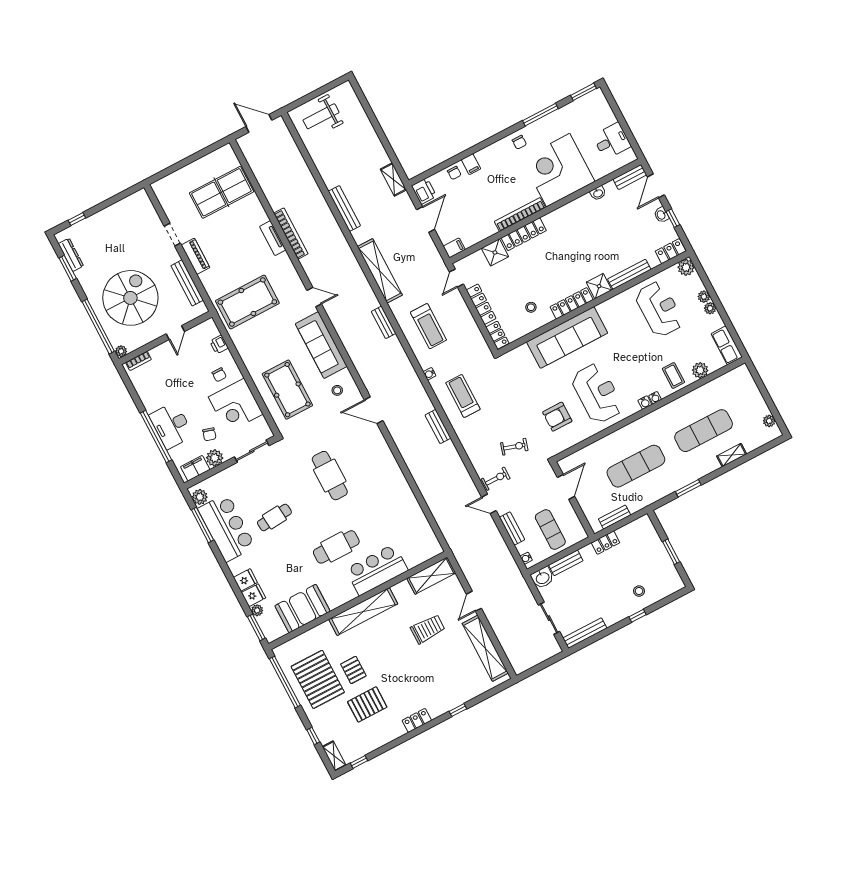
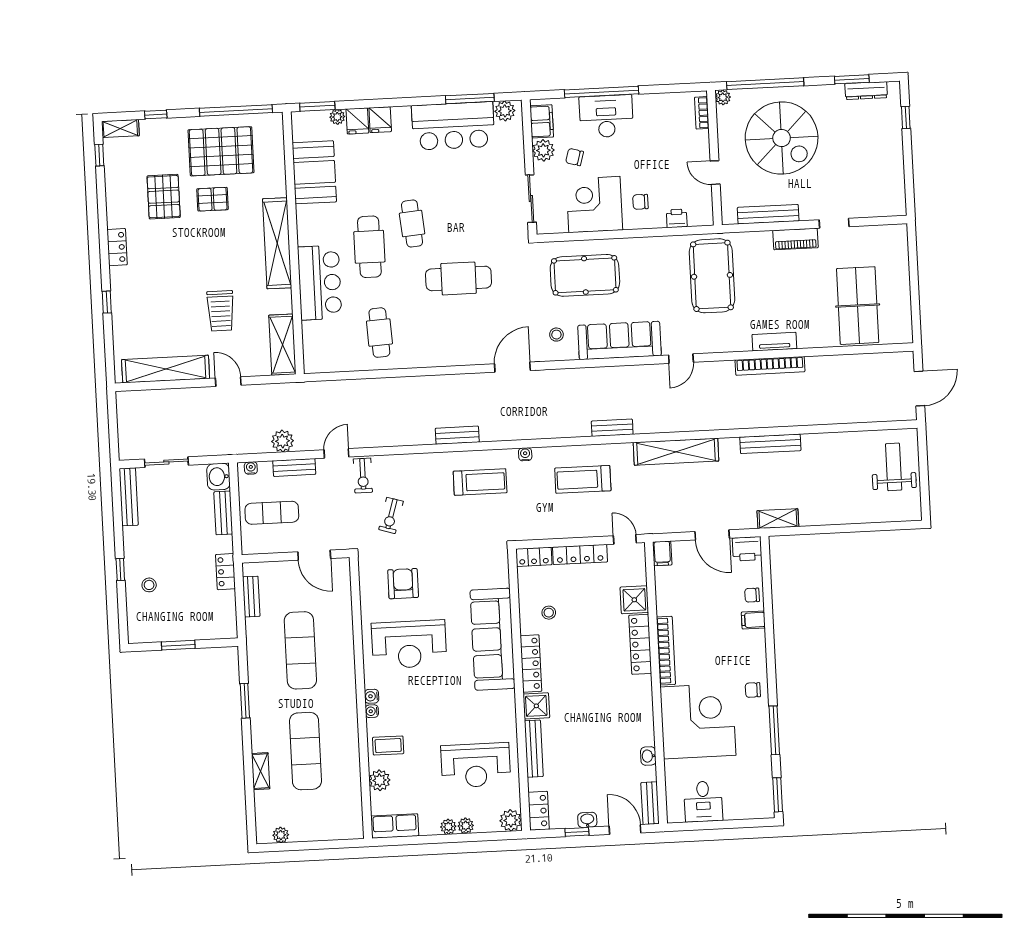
cafe table: (392, 513) -> (379, 333), added
cafe table: (274, 517) -> (412, 224), moved
plant: (498, 545) -> (283, 441), added

